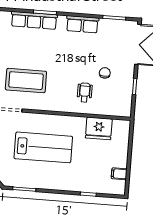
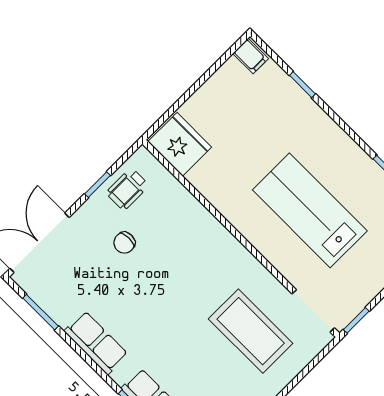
wheelchair: (85, 92) -> (127, 189), moved
fridge: (99, 128) -> (180, 144), moved
filing cabinet: (119, 174) -> (250, 56), moved

